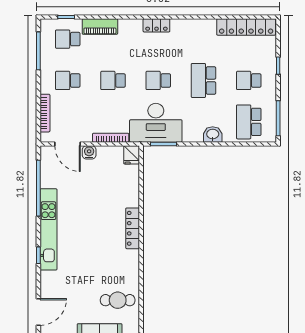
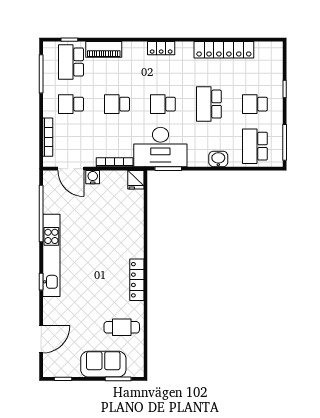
locker: (246, 27) -> (224, 50), moved
school desk: (68, 39) -> (71, 62), width x1.85
locker: (133, 228) -> (137, 280), moved

